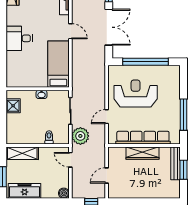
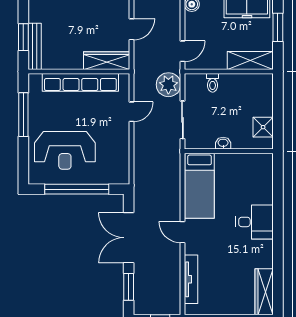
reception desk: (136, 93) -> (65, 150), moved
wardrobe: (143, 153) -> (107, 61), moved
door: (70, 160) -> (182, 51), hinge flipped

